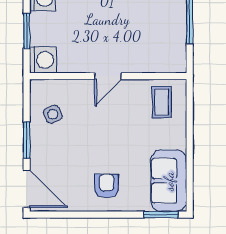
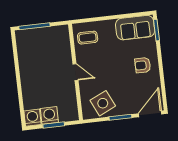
washing machine: (43, 60) -> (49, 115), moved
side table: (53, 114) -> (103, 103), width x1.87, depth x1.87

